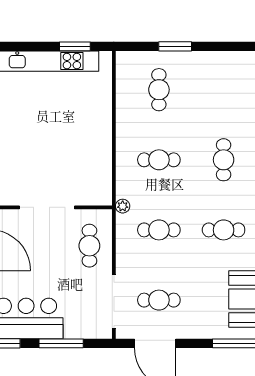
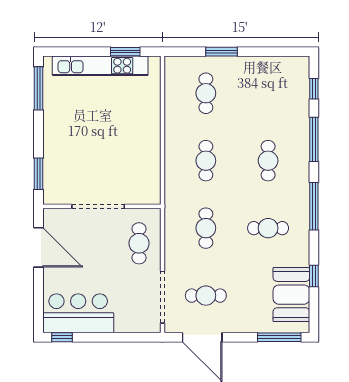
cafe table: (159, 160) -> (206, 161), turned 90
plant: (123, 206) -> (171, 205), removed
cafe table: (159, 230) -> (206, 228), turned 90
window: (61, 343) -> (112, 337), removed

